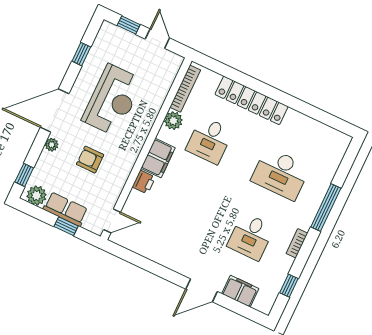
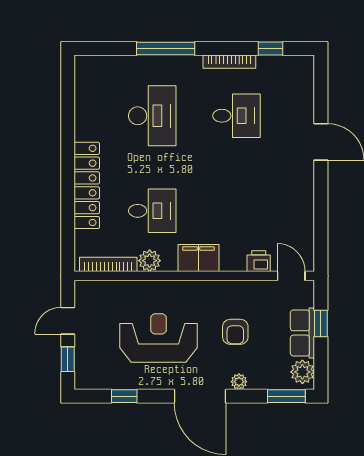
window: (24, 175) -> (286, 396), width x1.50
printer: (144, 182) -> (259, 261), moved
bookcase: (297, 243) -> (229, 62), width x1.56
filing cabinet: (240, 291) -> (302, 99), removed

